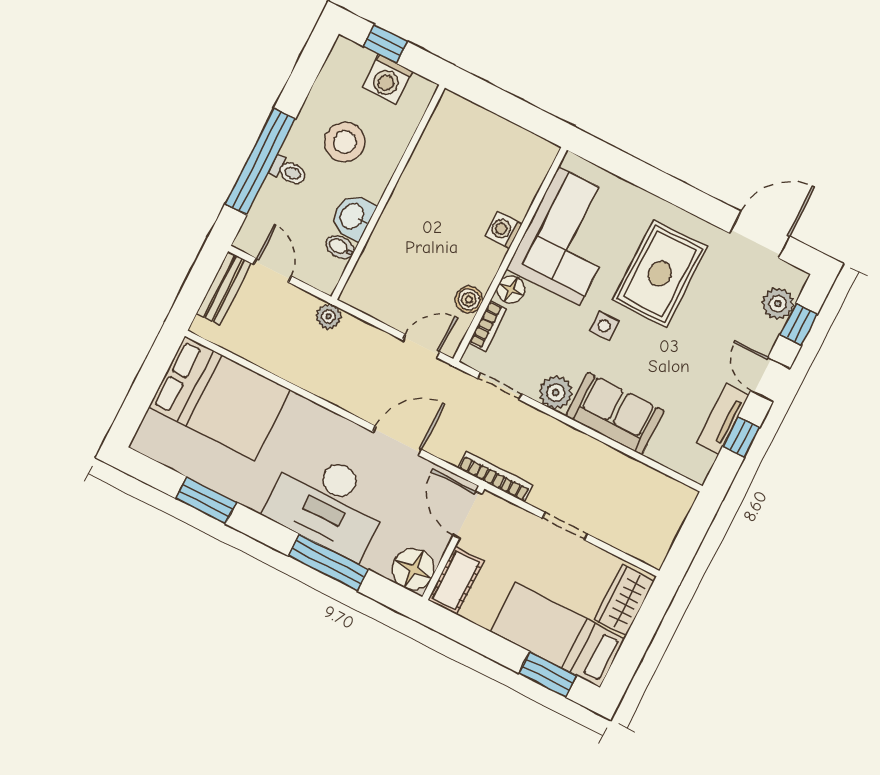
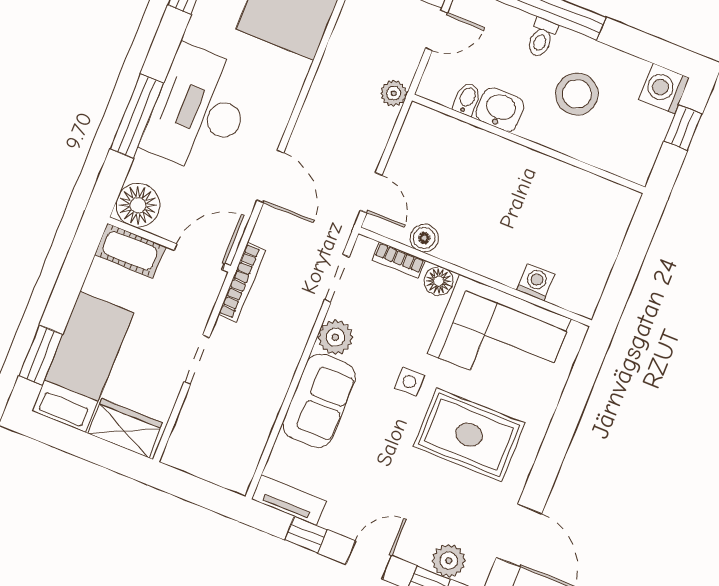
washing machine: (388, 79) -> (664, 89), moved
washing machine: (504, 230) -> (536, 282), moved
tv unit: (723, 419) -> (289, 500), moved

